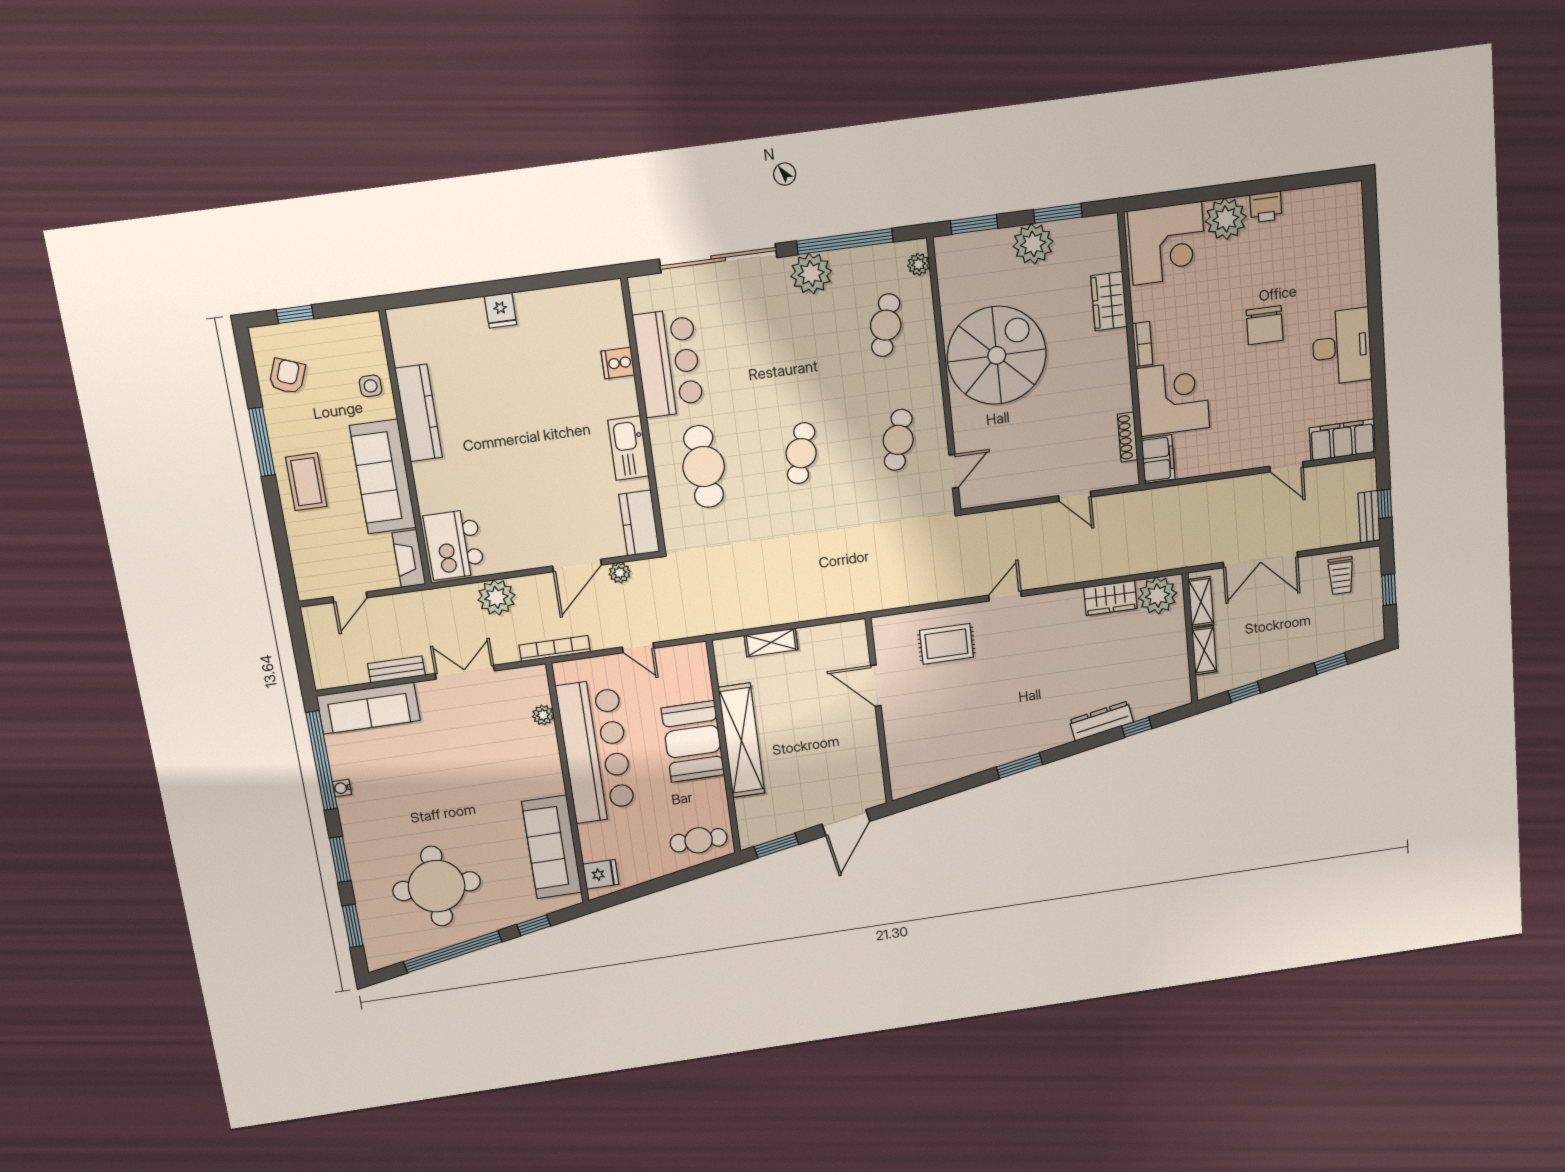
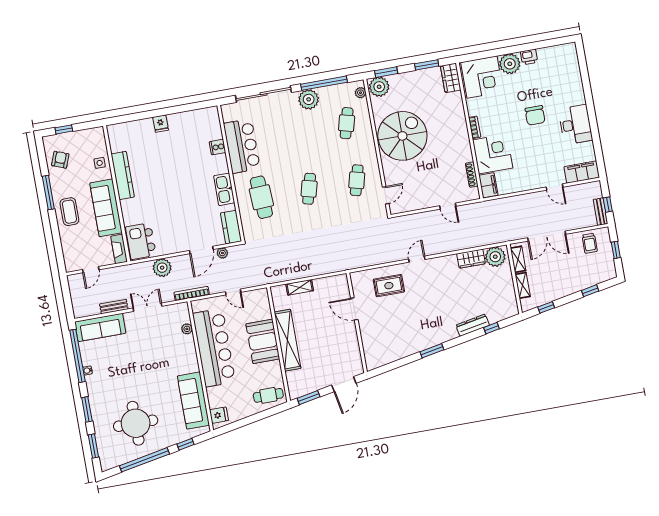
plant: (1033, 244) -> (379, 87), moved
wardrobe: (1109, 301) -> (451, 78), moved

